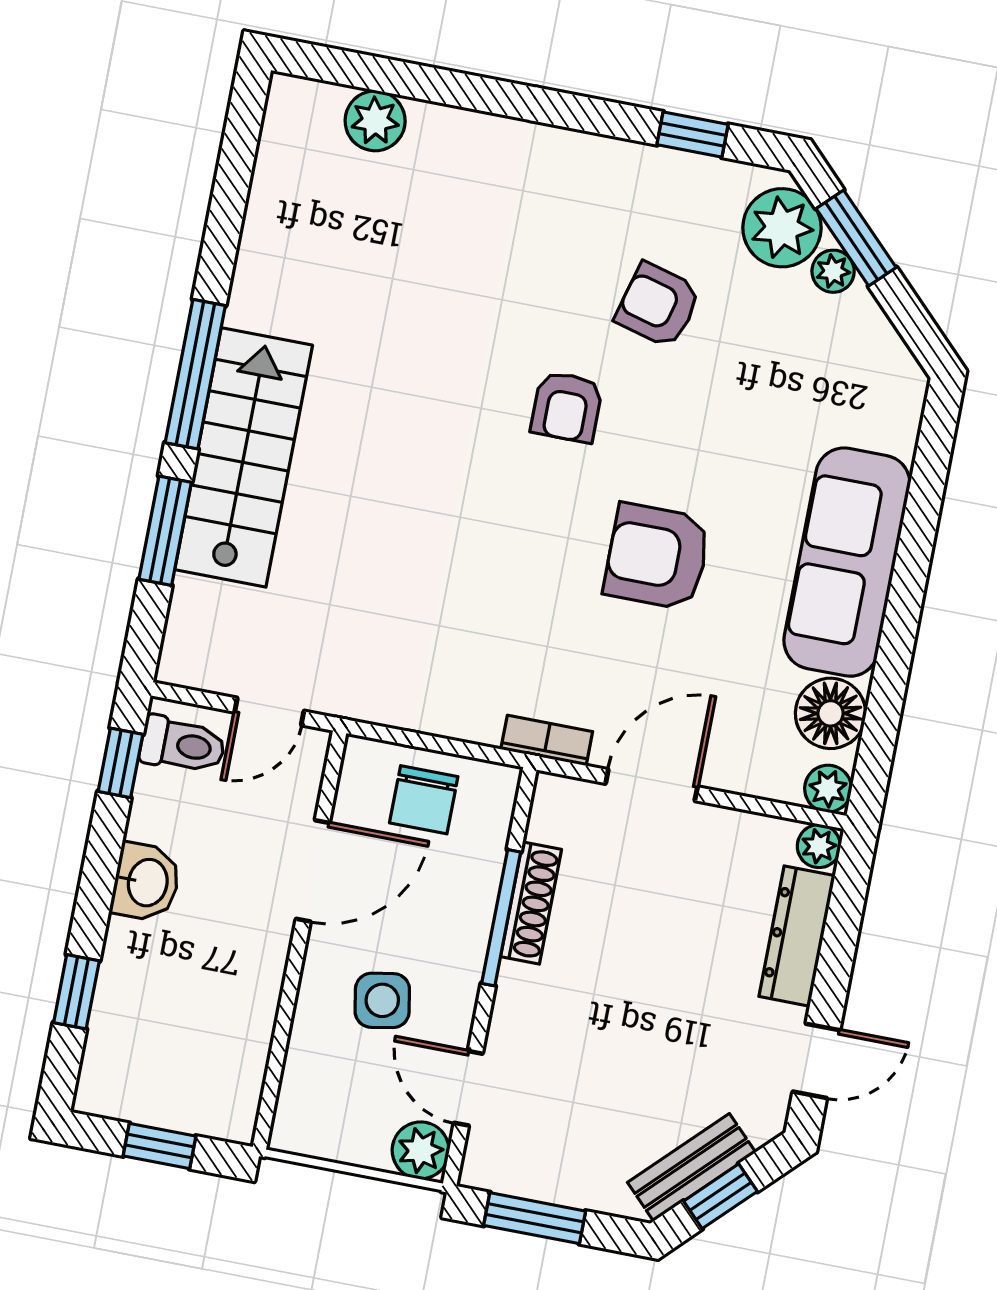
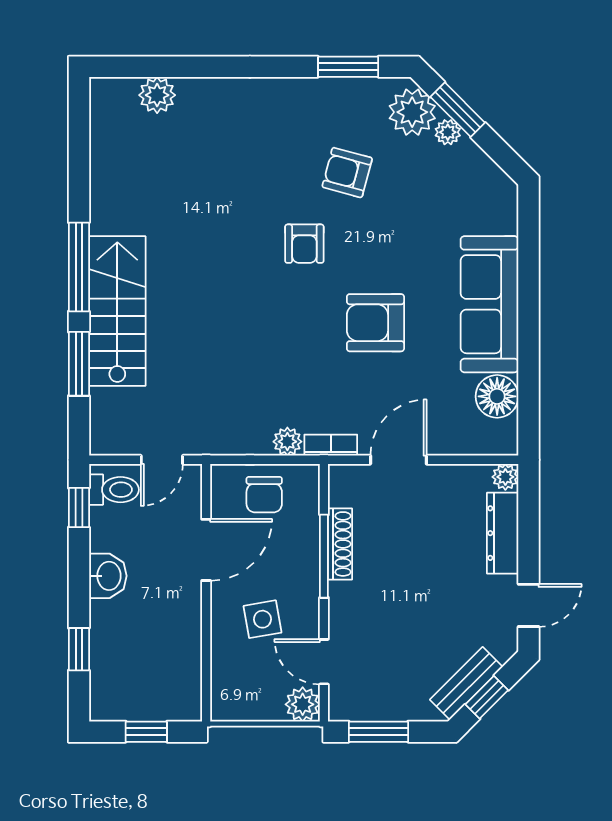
window: (692, 135) -> (348, 67), width x1.50
plant: (828, 789) -> (287, 442), moved

